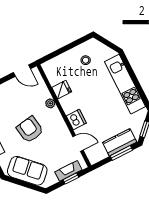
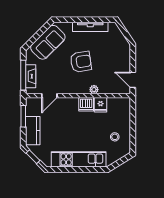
door: (22, 71) -> (133, 80), hinge flipped
dishwasher: (76, 119) -> (86, 104), moved
window: (121, 153) -> (23, 116), moved
window: (71, 179) -> (23, 75), width x2.17

